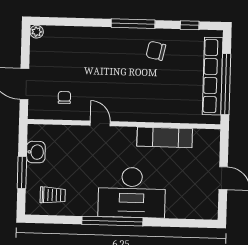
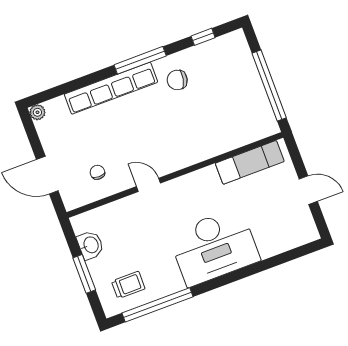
row of seats: (213, 76) -> (111, 88), moved, turned -90
exam couch: (165, 137) -> (250, 162), moved
window: (112, 221) -> (158, 305), moved

